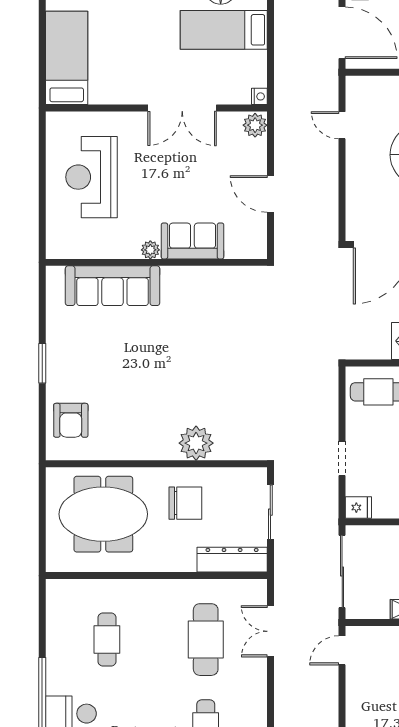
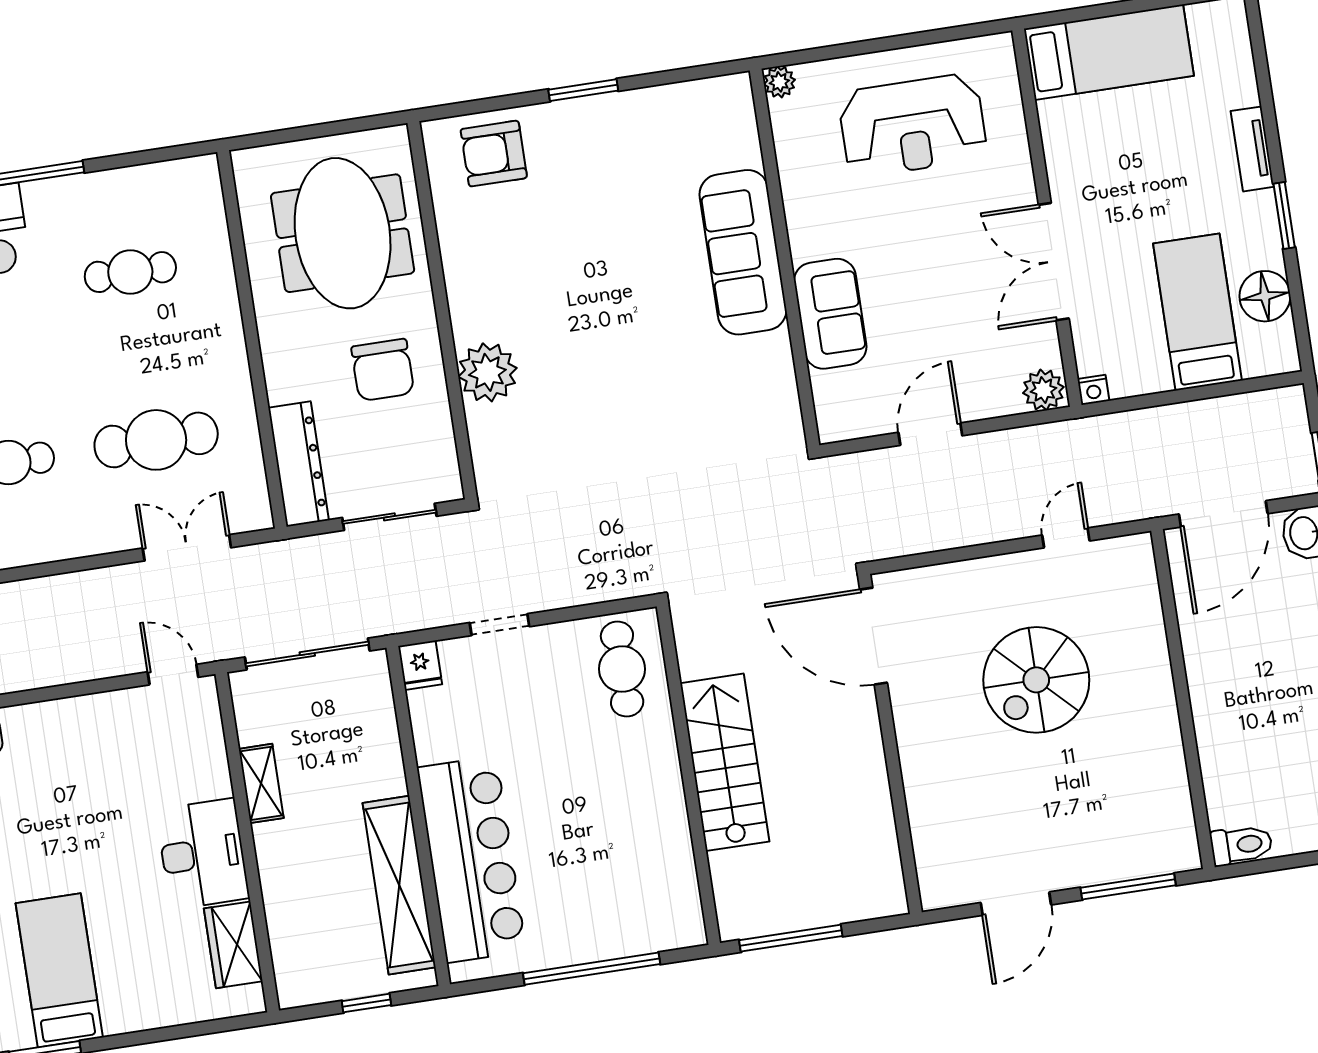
reception desk: (92, 177) -> (913, 125), turned 180
plant: (150, 250) -> (779, 82), moved
sofa: (113, 286) -> (743, 252), moved

